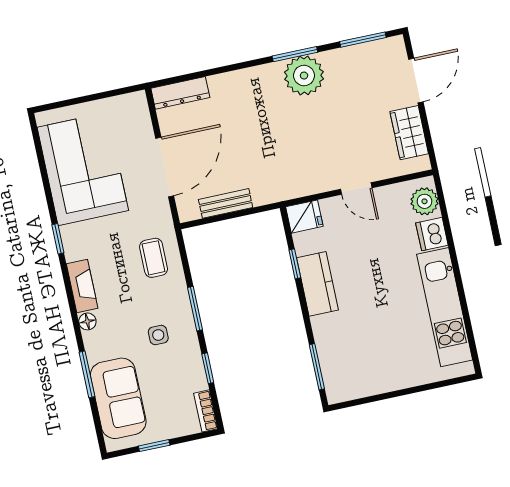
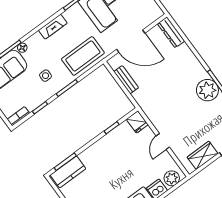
coffee table: (154, 258) -> (83, 56), width x1.86, depth x1.72
kitchen counter: (318, 284) -> (68, 172), moved
floor lamp: (87, 321) -> (22, 48), moved

